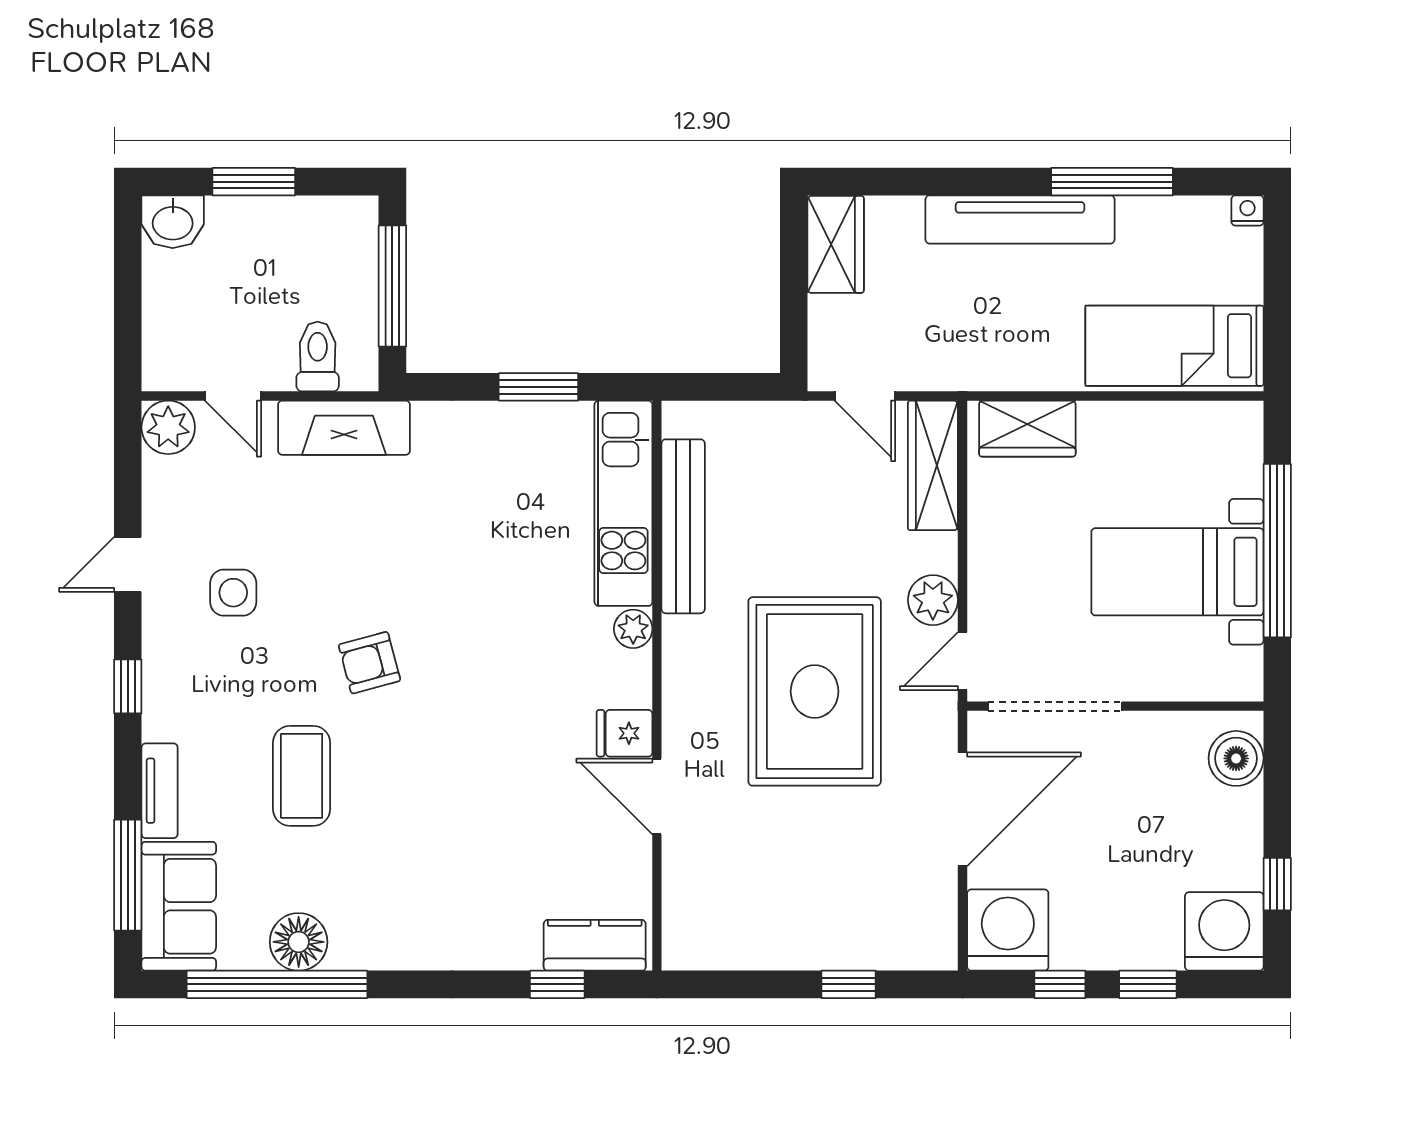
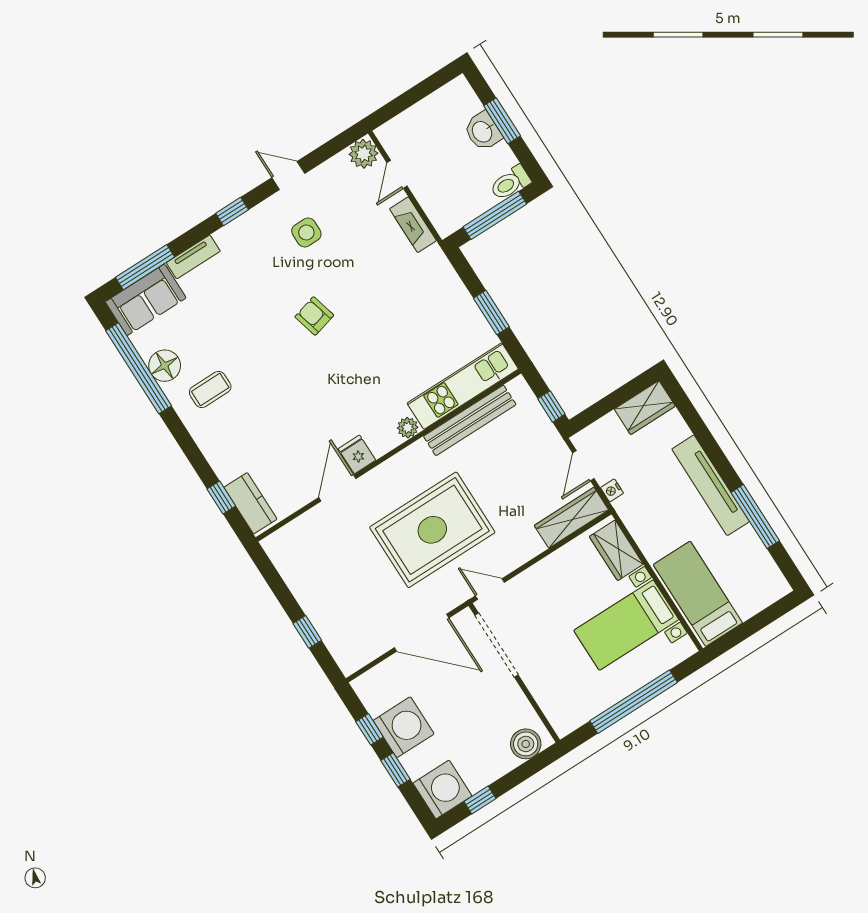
nightstand: (1247, 210) -> (612, 490), moved, turned 180
washbasin: (173, 222) -> (483, 131), moved
toilet: (318, 357) -> (510, 183), moved, turned 180
window: (742, 387) -> (551, 406), added
fireplace: (344, 428) -> (413, 225), width x0.73, depth x0.76
bed with nightstands: (1177, 572) -> (626, 625), moved, turned -90
plant: (933, 600) -> (509, 557), removed
coffee table: (302, 776) -> (210, 390), moved, width x0.73, depth x0.77
washing machine: (1008, 930) -> (404, 727), moved

